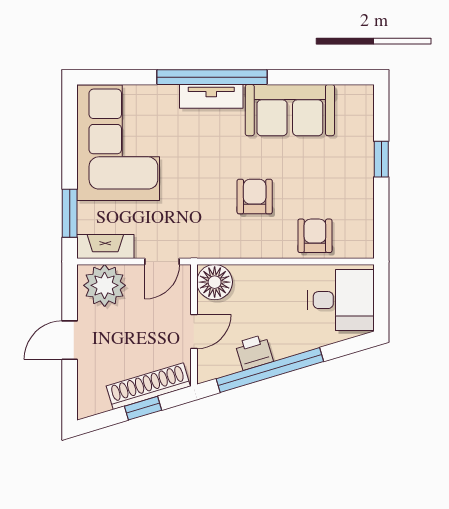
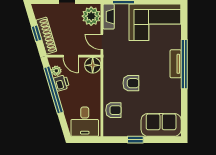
sofa: (290, 110) -> (161, 125), moved, turned 90
window: (381, 159) -> (135, 140), moved
plant: (227, 364) -> (56, 71), added

